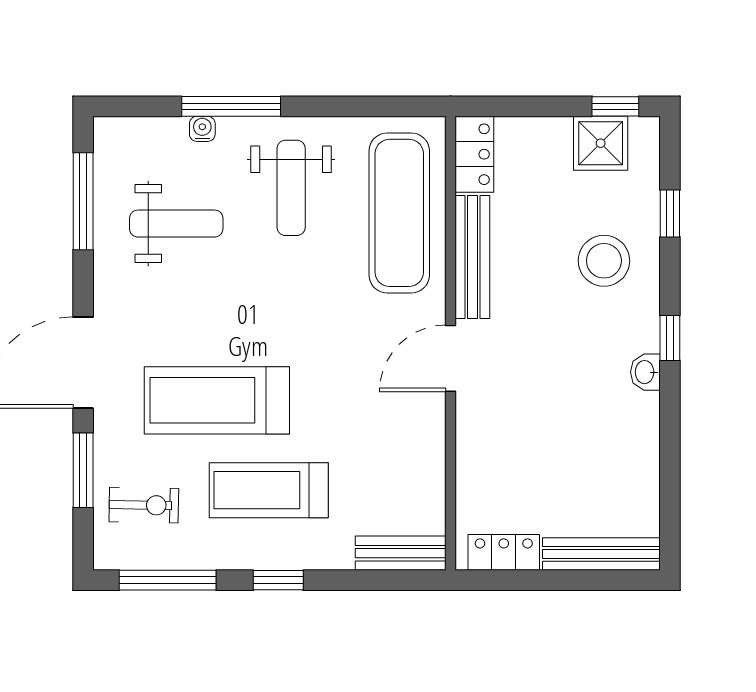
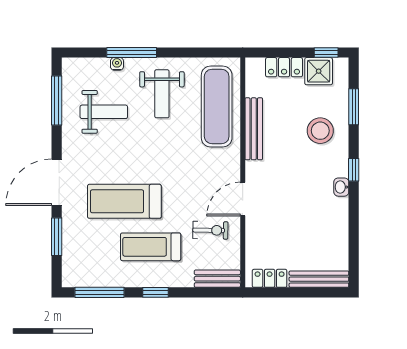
locker: (474, 154) -> (284, 67), moved, turned 90
window: (670, 213) -> (354, 107), width x1.50
door: (451, 358) -> (243, 199), moved
exercise bike: (144, 505) -> (210, 230), moved

